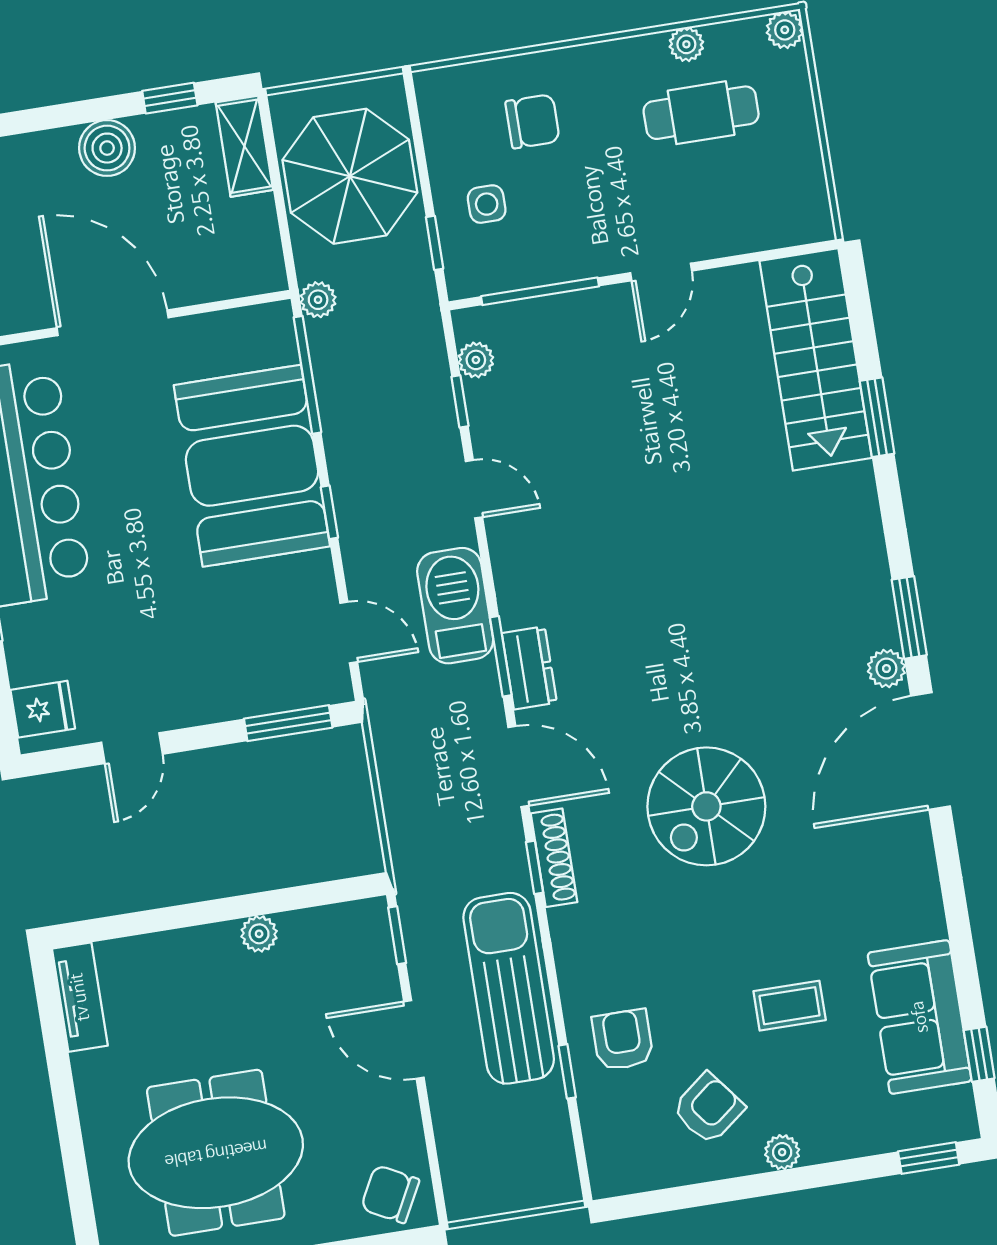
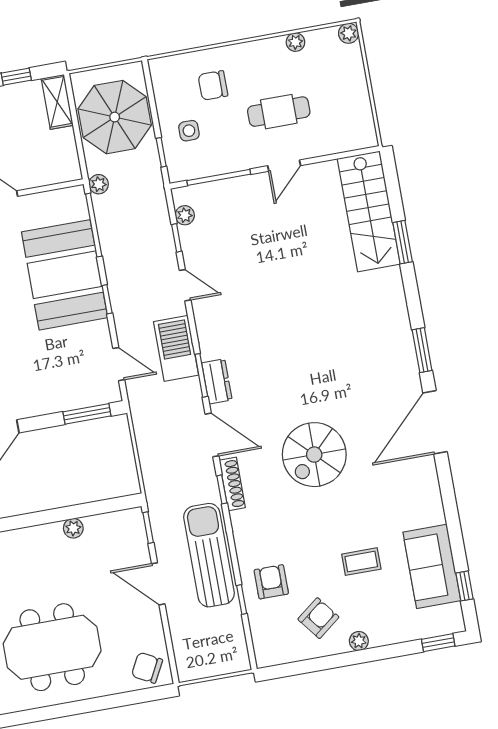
cafe table: (701, 113) -> (279, 112), moved
chair: (533, 121) -> (213, 85), turned 180
plant: (886, 669) -> (410, 378), removed

